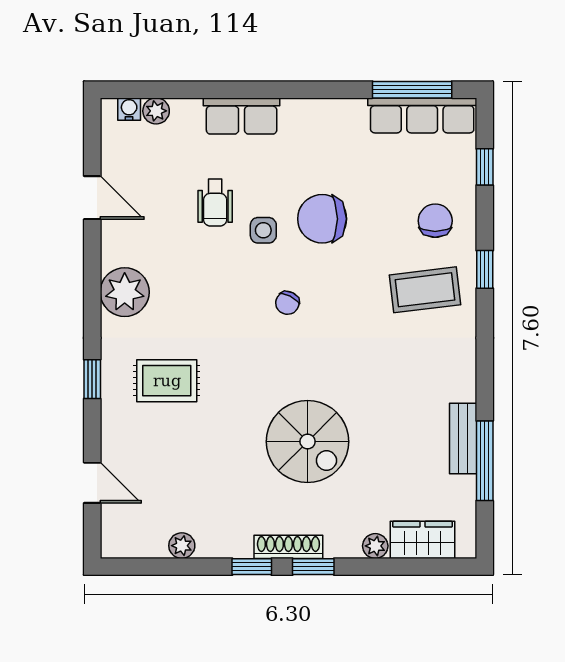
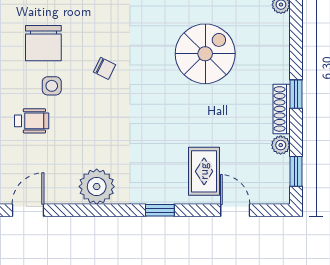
rug: (167, 381) -> (204, 171), moved
door: (92, 483) -> (235, 210), hinge flipped
shoe rack: (288, 547) -> (282, 109), moved
window: (313, 567) -> (296, 171), moved

